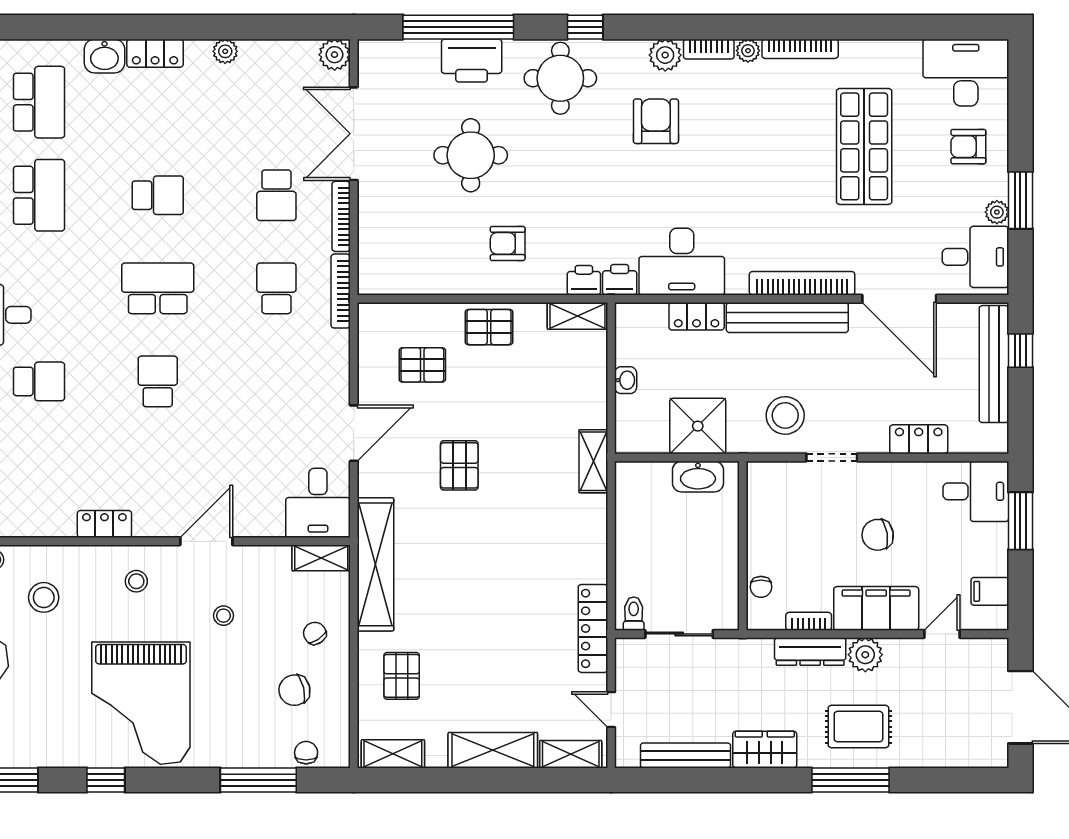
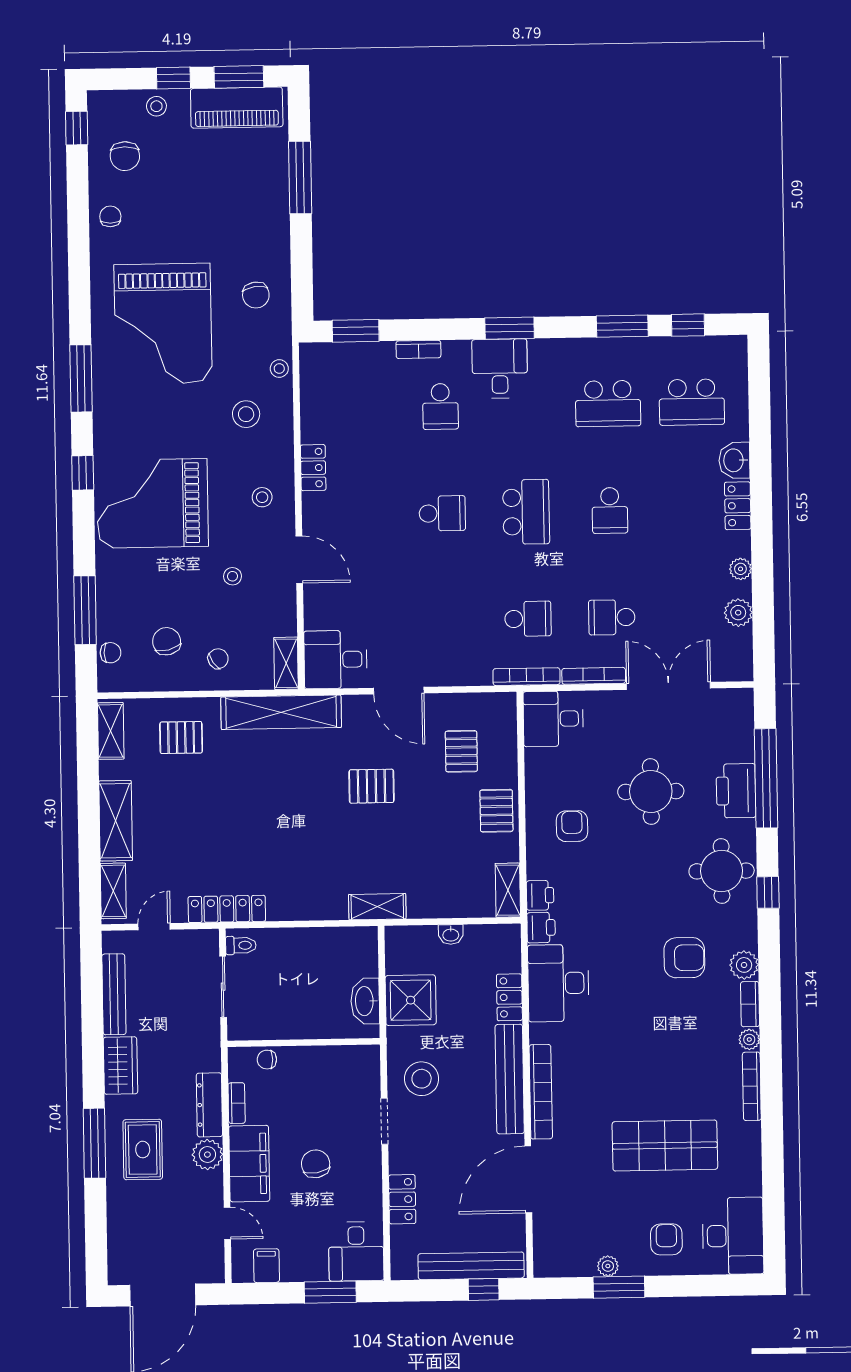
plant: (335, 55) -> (738, 613), moved
desk: (975, 257) -> (553, 719), moved, turned 90

